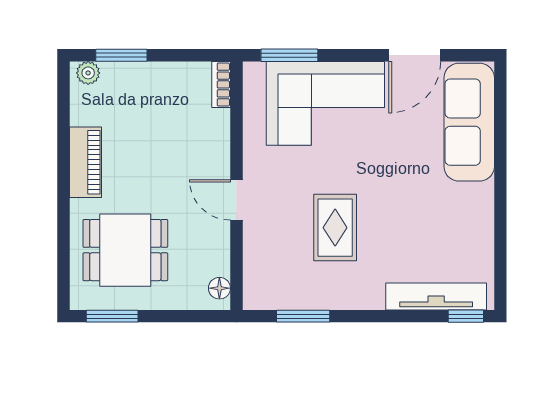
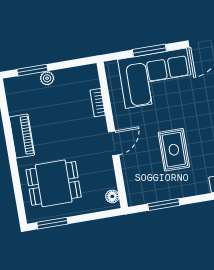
window: (289, 55) -> (149, 50), moved
plant: (88, 73) -> (47, 78), moved
bookcase: (221, 84) -> (98, 103), moved
door: (236, 200) -> (114, 143), swing flipped

